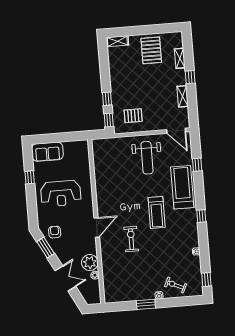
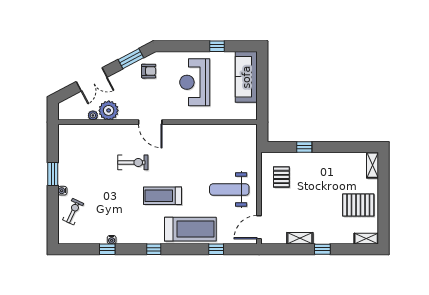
shelving: (180, 58) -> (366, 239), moved
window: (109, 120) -> (278, 147), removed
sofa: (47, 152) -> (246, 77), width x1.36
window: (206, 280) -> (107, 249), moved

